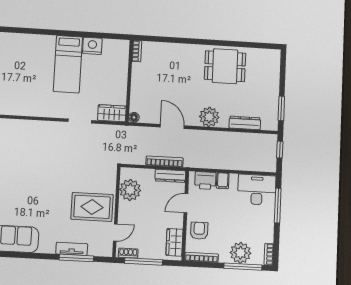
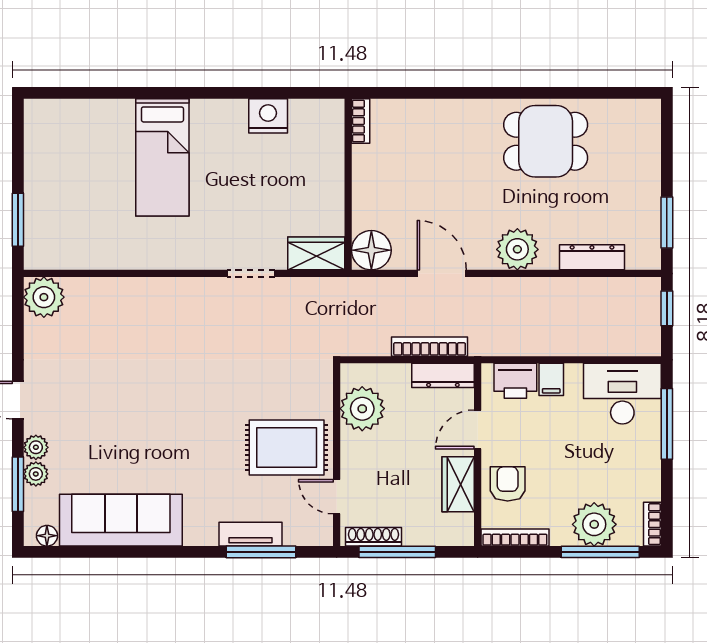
bed: (68, 64) -> (162, 157), moved
floor lamp: (134, 117) -> (371, 250), width x1.89, depth x1.89
door: (115, 233) -> (337, 497), swing flipped
wardrobe: (174, 242) -> (458, 484), moved
shoe rack: (128, 253) -> (373, 537), width x1.43

